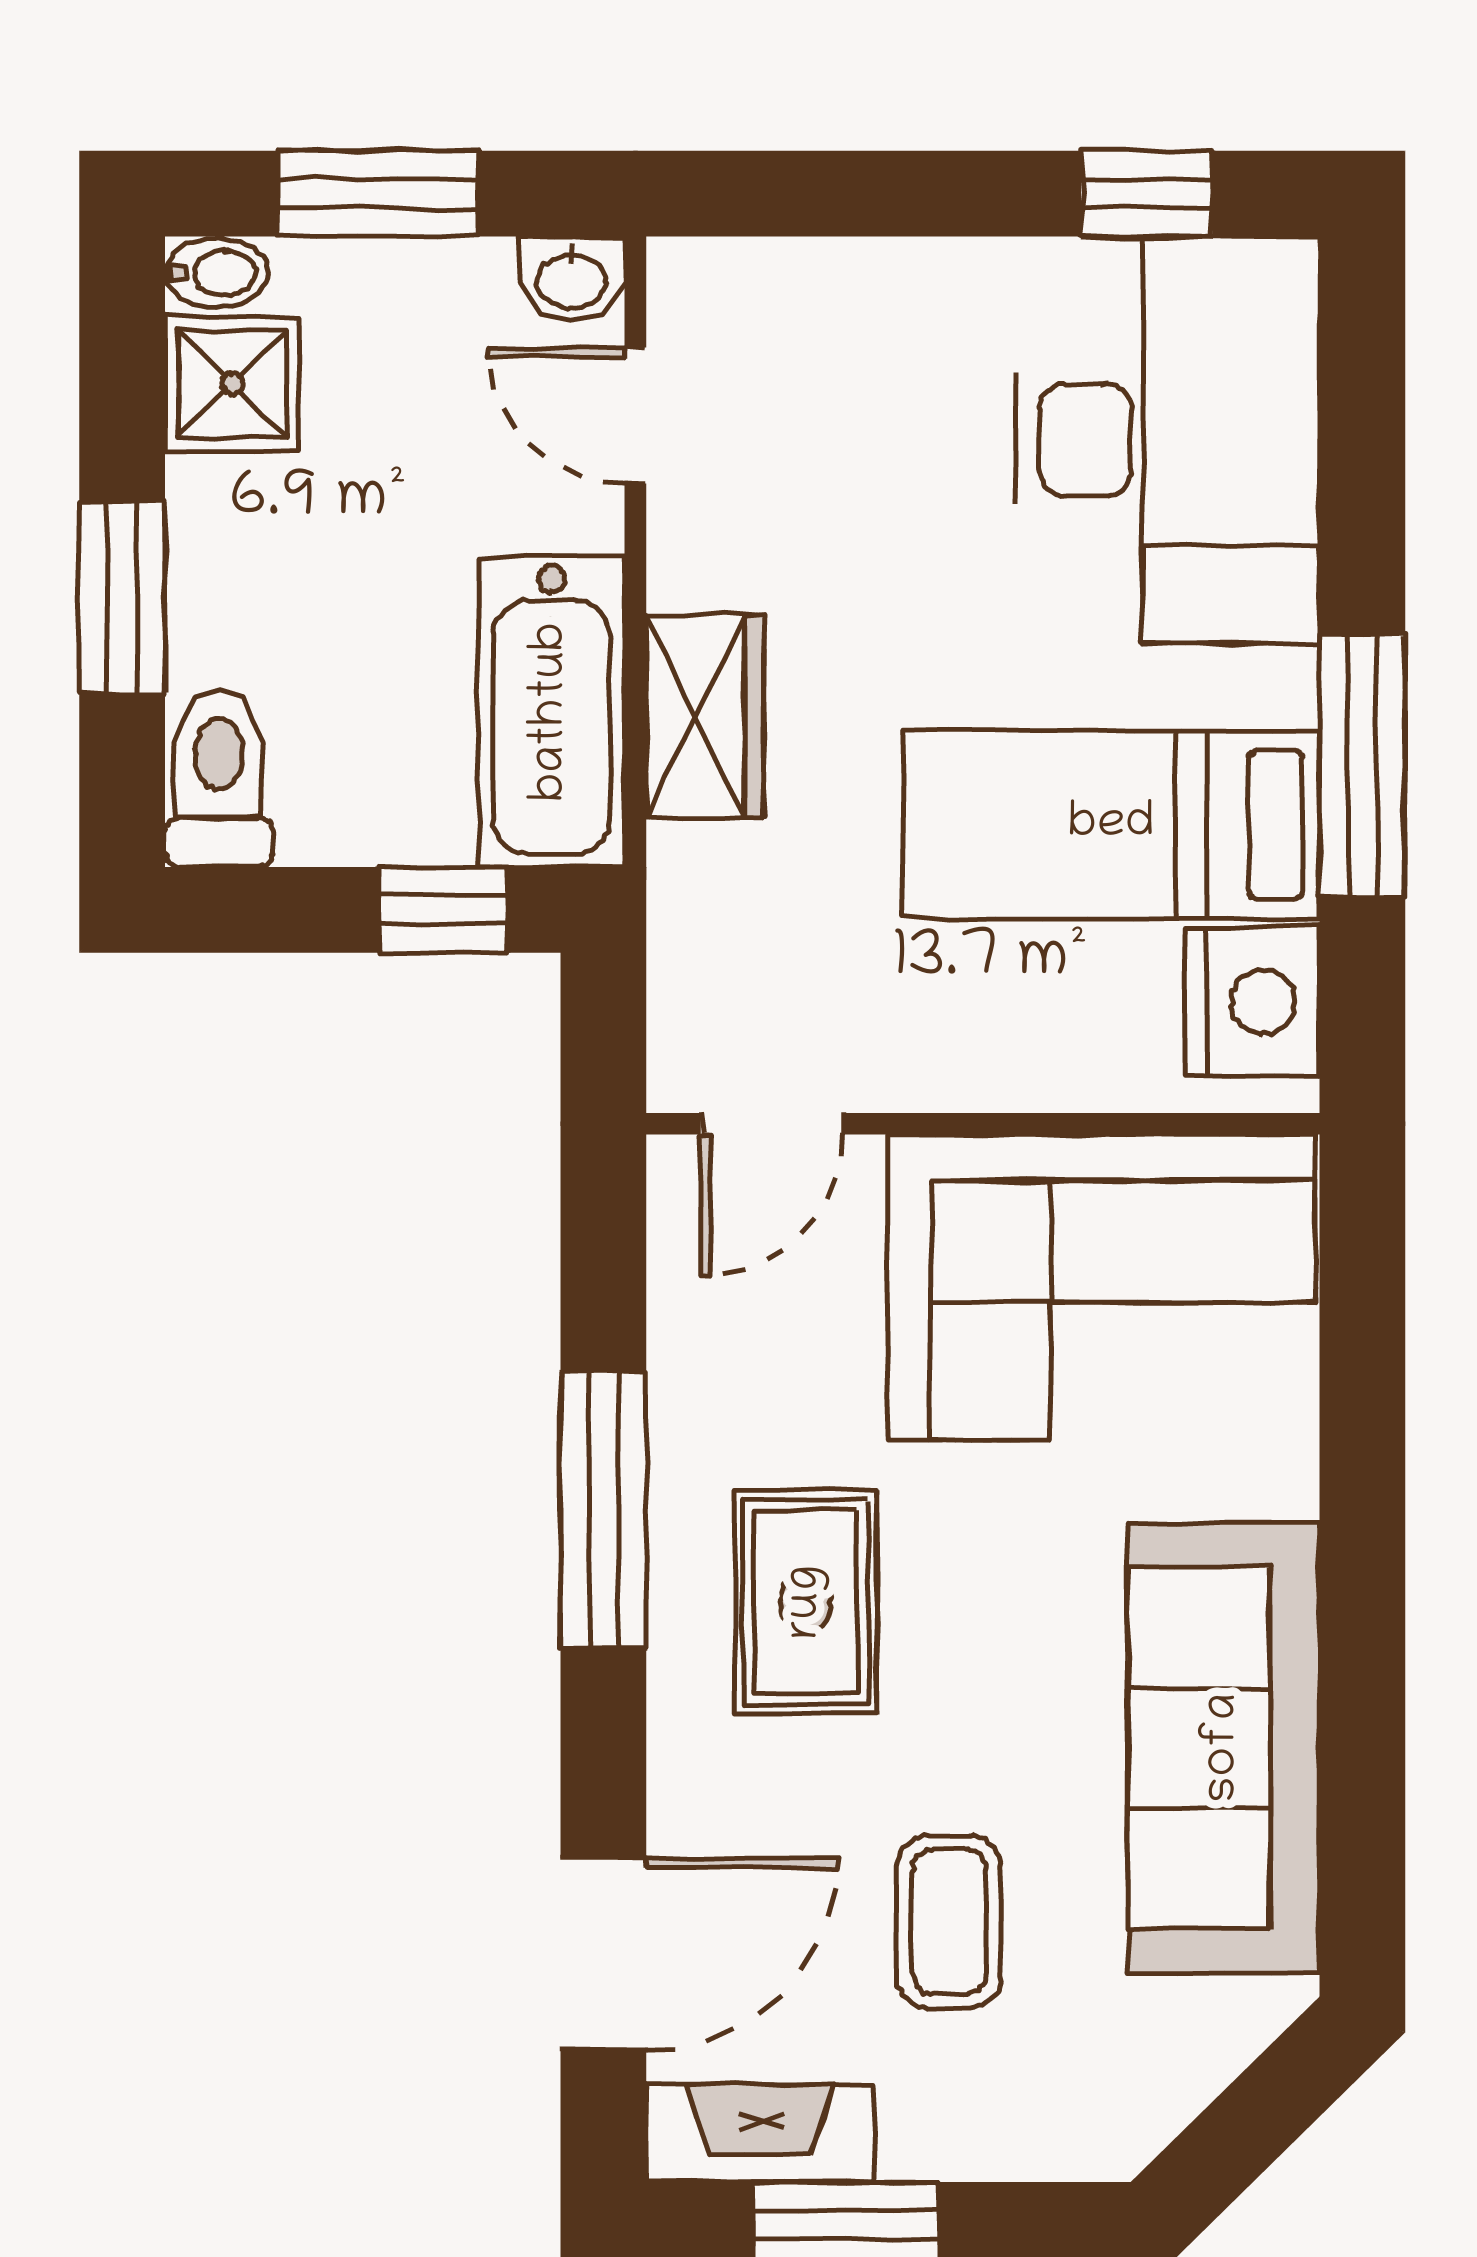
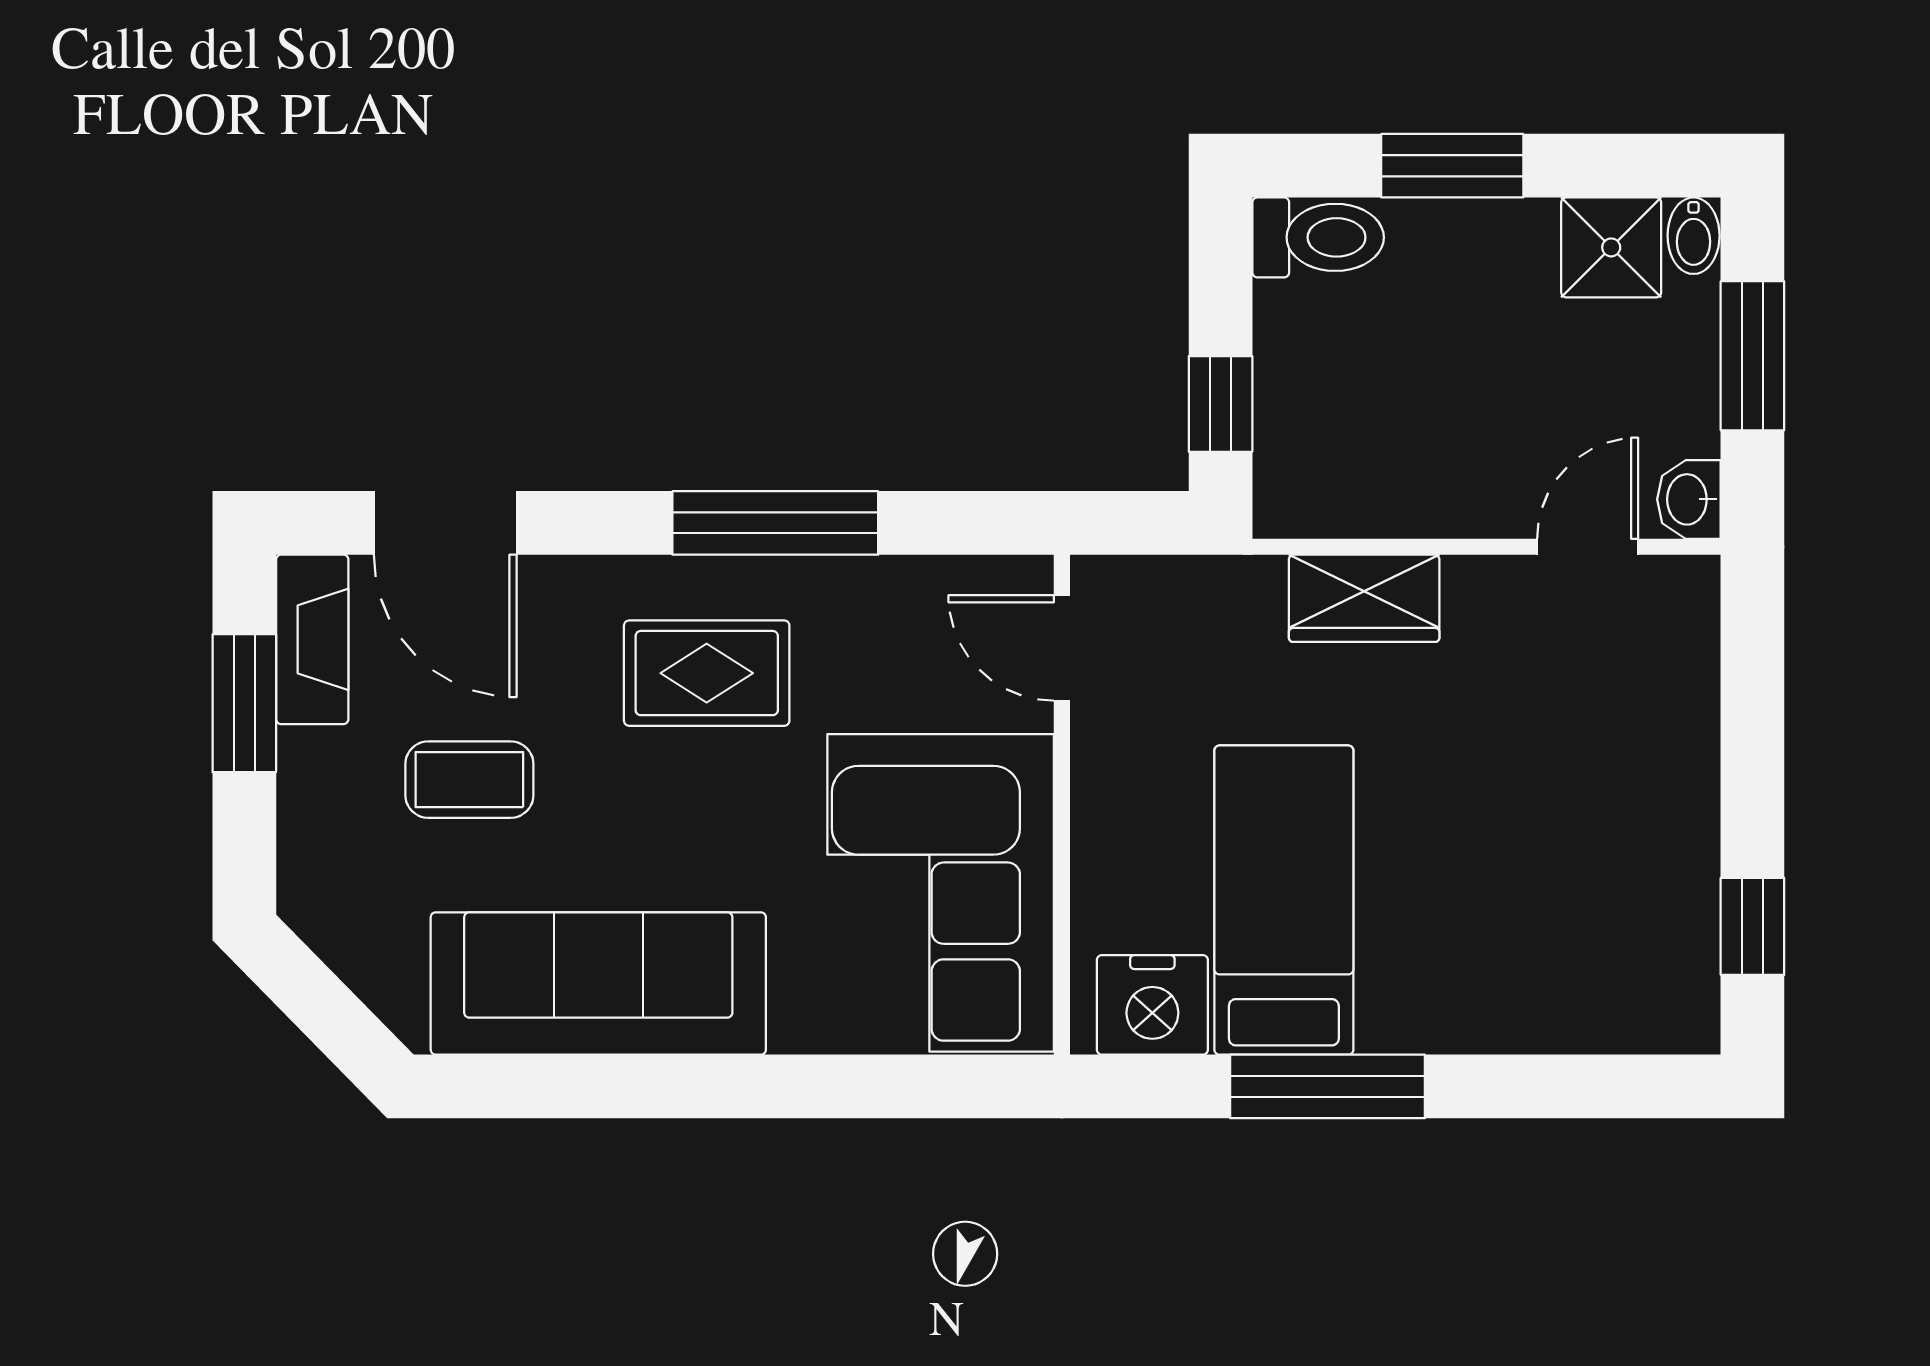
desk: (1167, 440) -> (1570, 942), removed
bathtub: (552, 712) -> (1367, 485), removed

